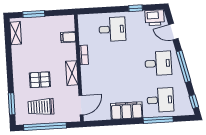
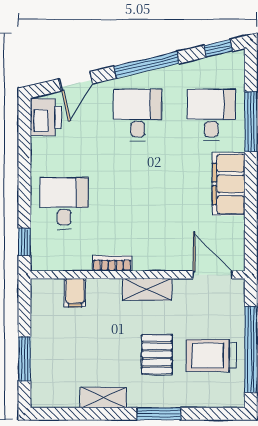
window: (136, 8) -> (24, 242), moved
shelving: (16, 33) -> (103, 398), moved
window: (12, 104) -> (159, 414), moved
trolley: (41, 107) -> (211, 355), turned 90

